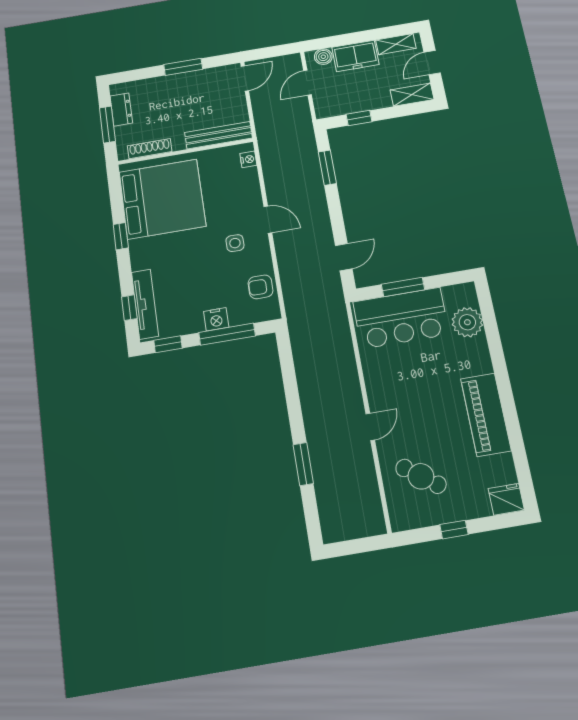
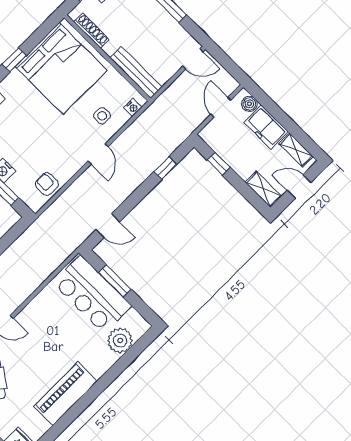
door: (307, 83) -> (221, 107), hinge flipped
window: (327, 168) -> (165, 168), width x0.67
side table: (235, 243) -> (102, 116), moved

